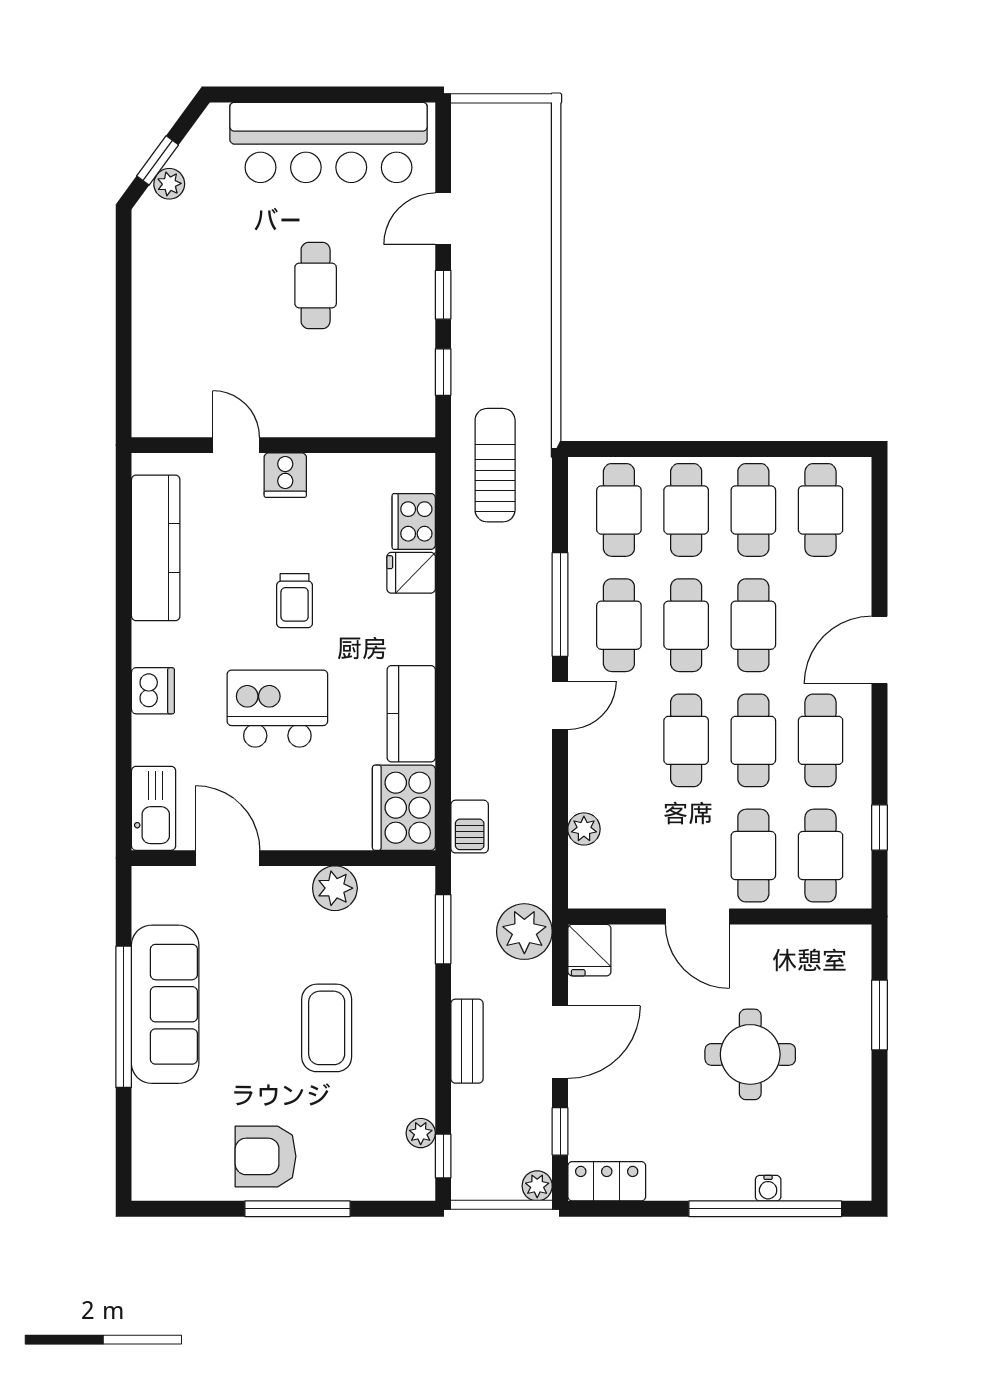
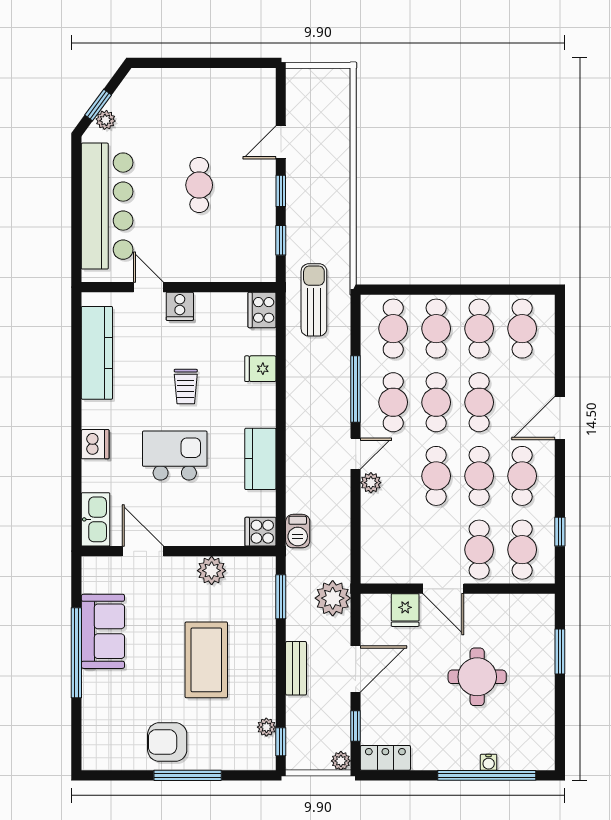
bar counter: (329, 142) -> (107, 206), moved, turned -90
cooker: (414, 521) -> (262, 310), moved
cooker: (404, 808) -> (260, 532), width x0.53, depth x0.76
plant: (584, 829) -> (371, 483), moved
fridge: (589, 950) -> (405, 610), moved
sofa: (165, 1004) -> (103, 631), width x0.73
coffee table: (327, 1028) -> (206, 660), width x1.36, depth x1.32

